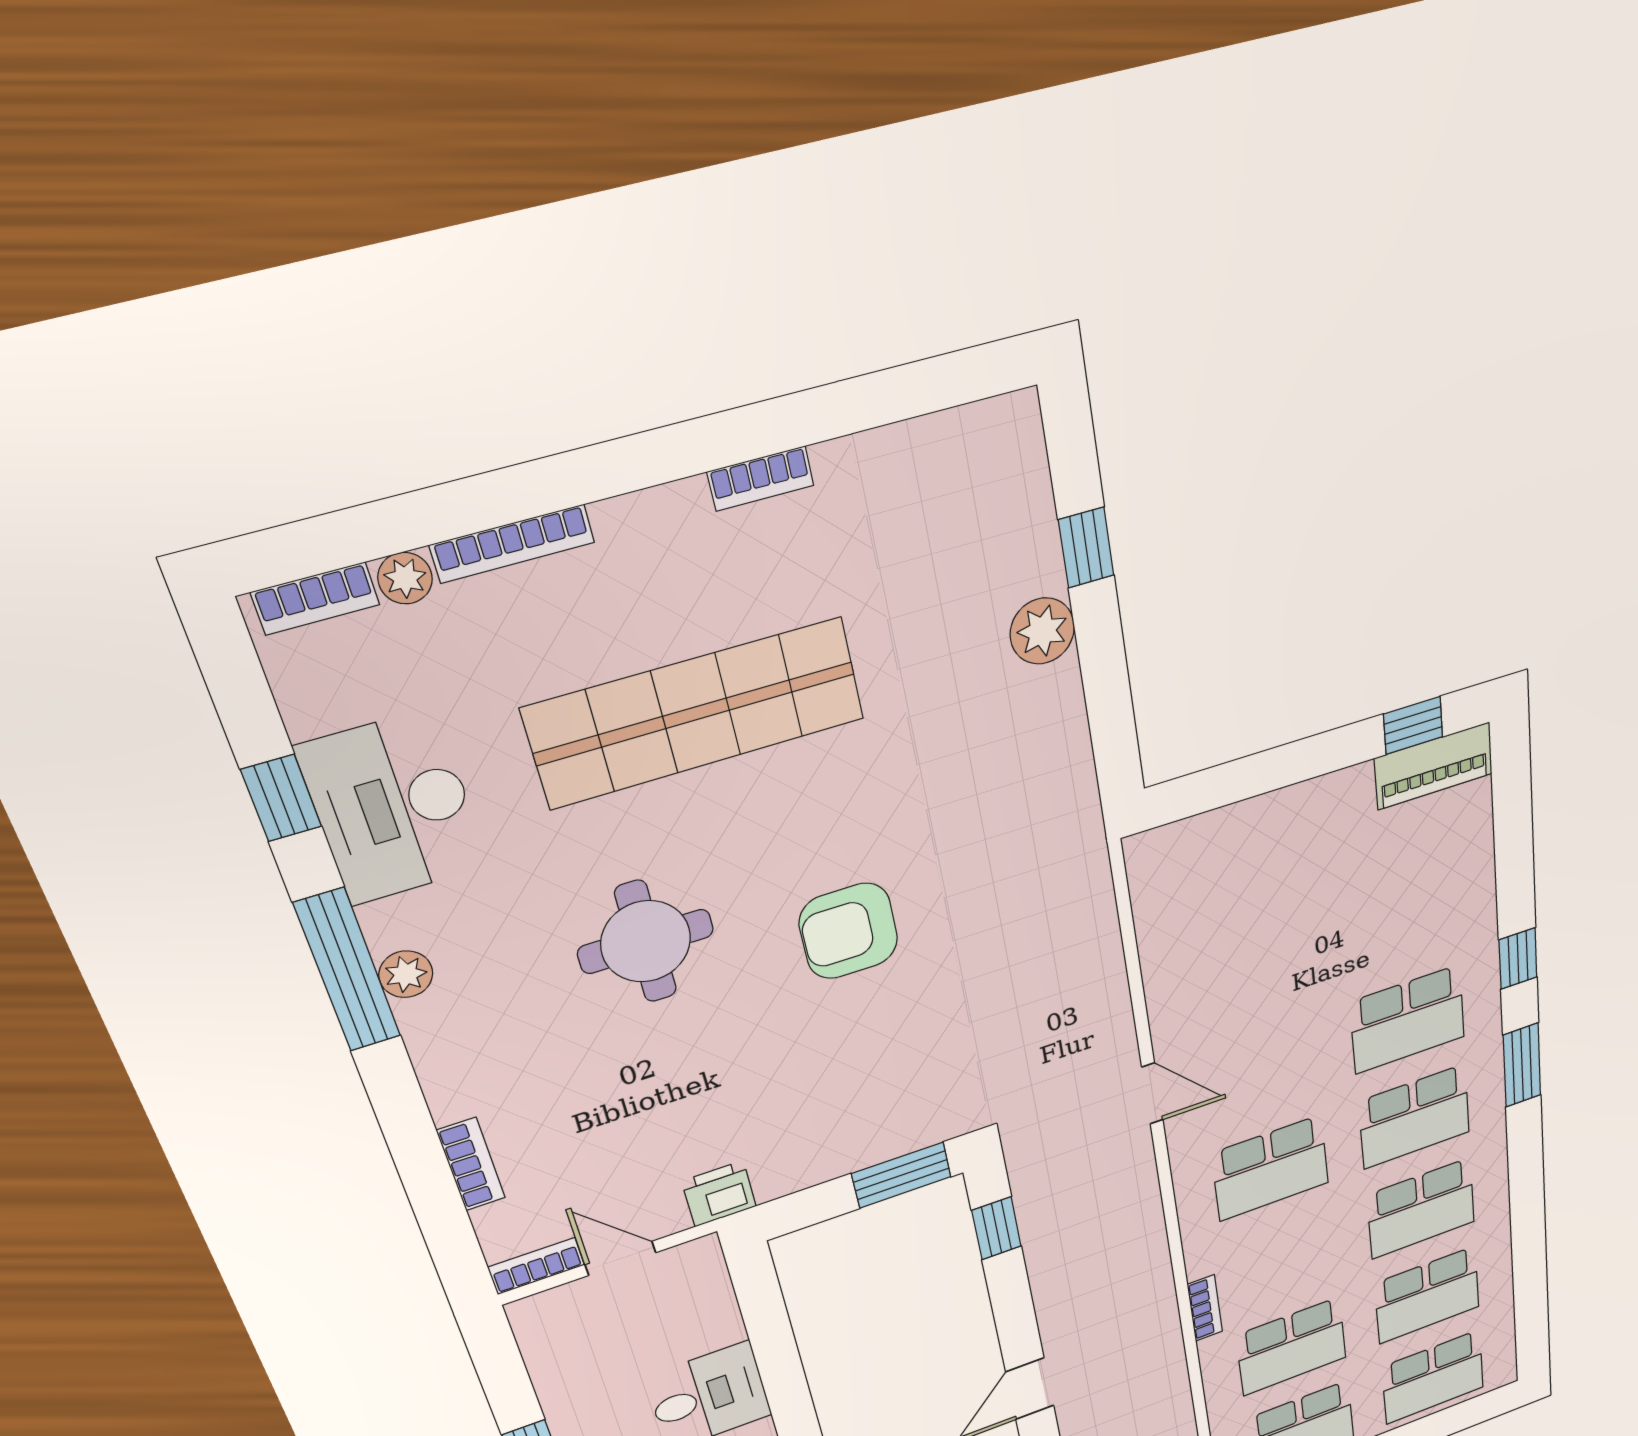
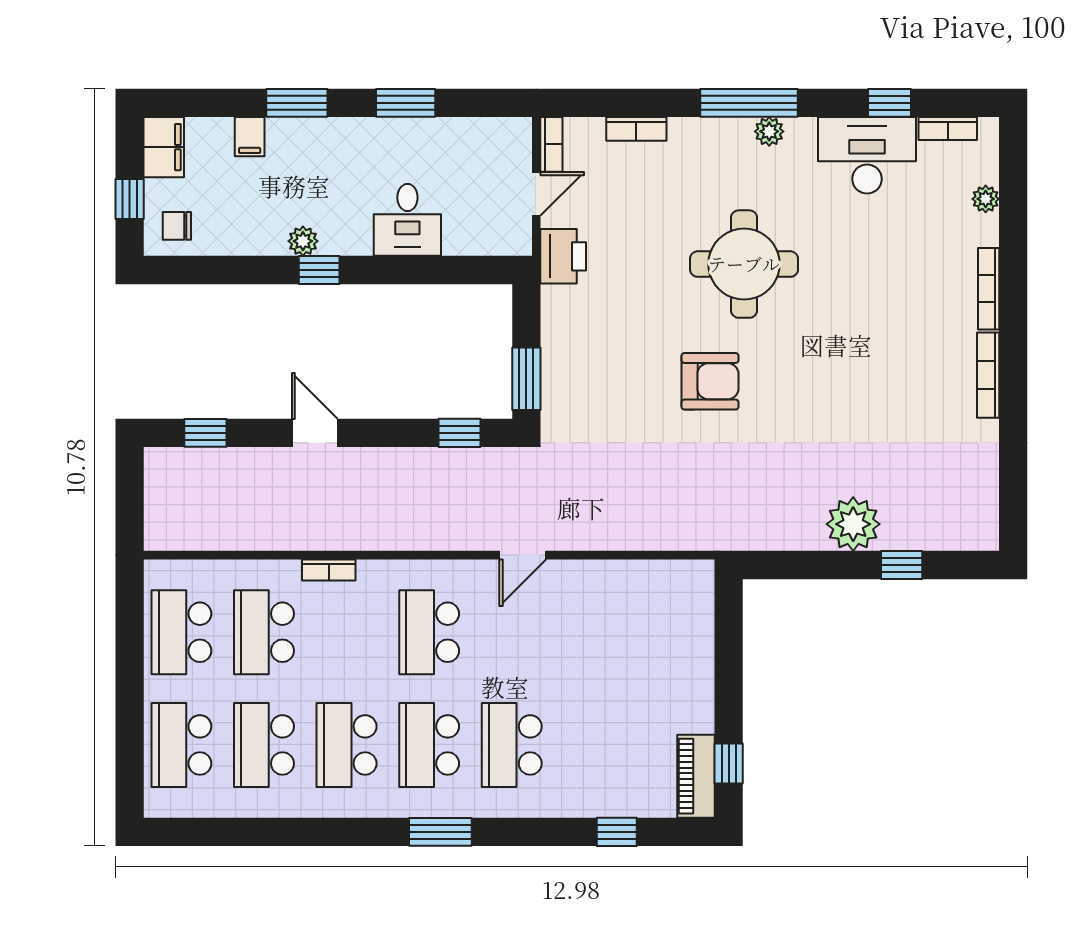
bookcase: (761, 479) -> (988, 375), width x1.56
bookcase: (513, 544) -> (989, 289), moved
bookcase: (315, 598) -> (948, 129), moved, turned -90
plant: (1042, 631) -> (853, 524), width x1.36, depth x1.36
shop shelf: (696, 713) -> (871, 326), removed
armchair: (849, 931) -> (710, 381), turned 90
round table: (646, 941) -> (744, 264), width x1.36, depth x1.36
window: (1518, 959) -> (617, 832), moved
window: (348, 970) -> (749, 103), moved
printer: (719, 1194) -> (563, 256), width x1.36, depth x1.24

